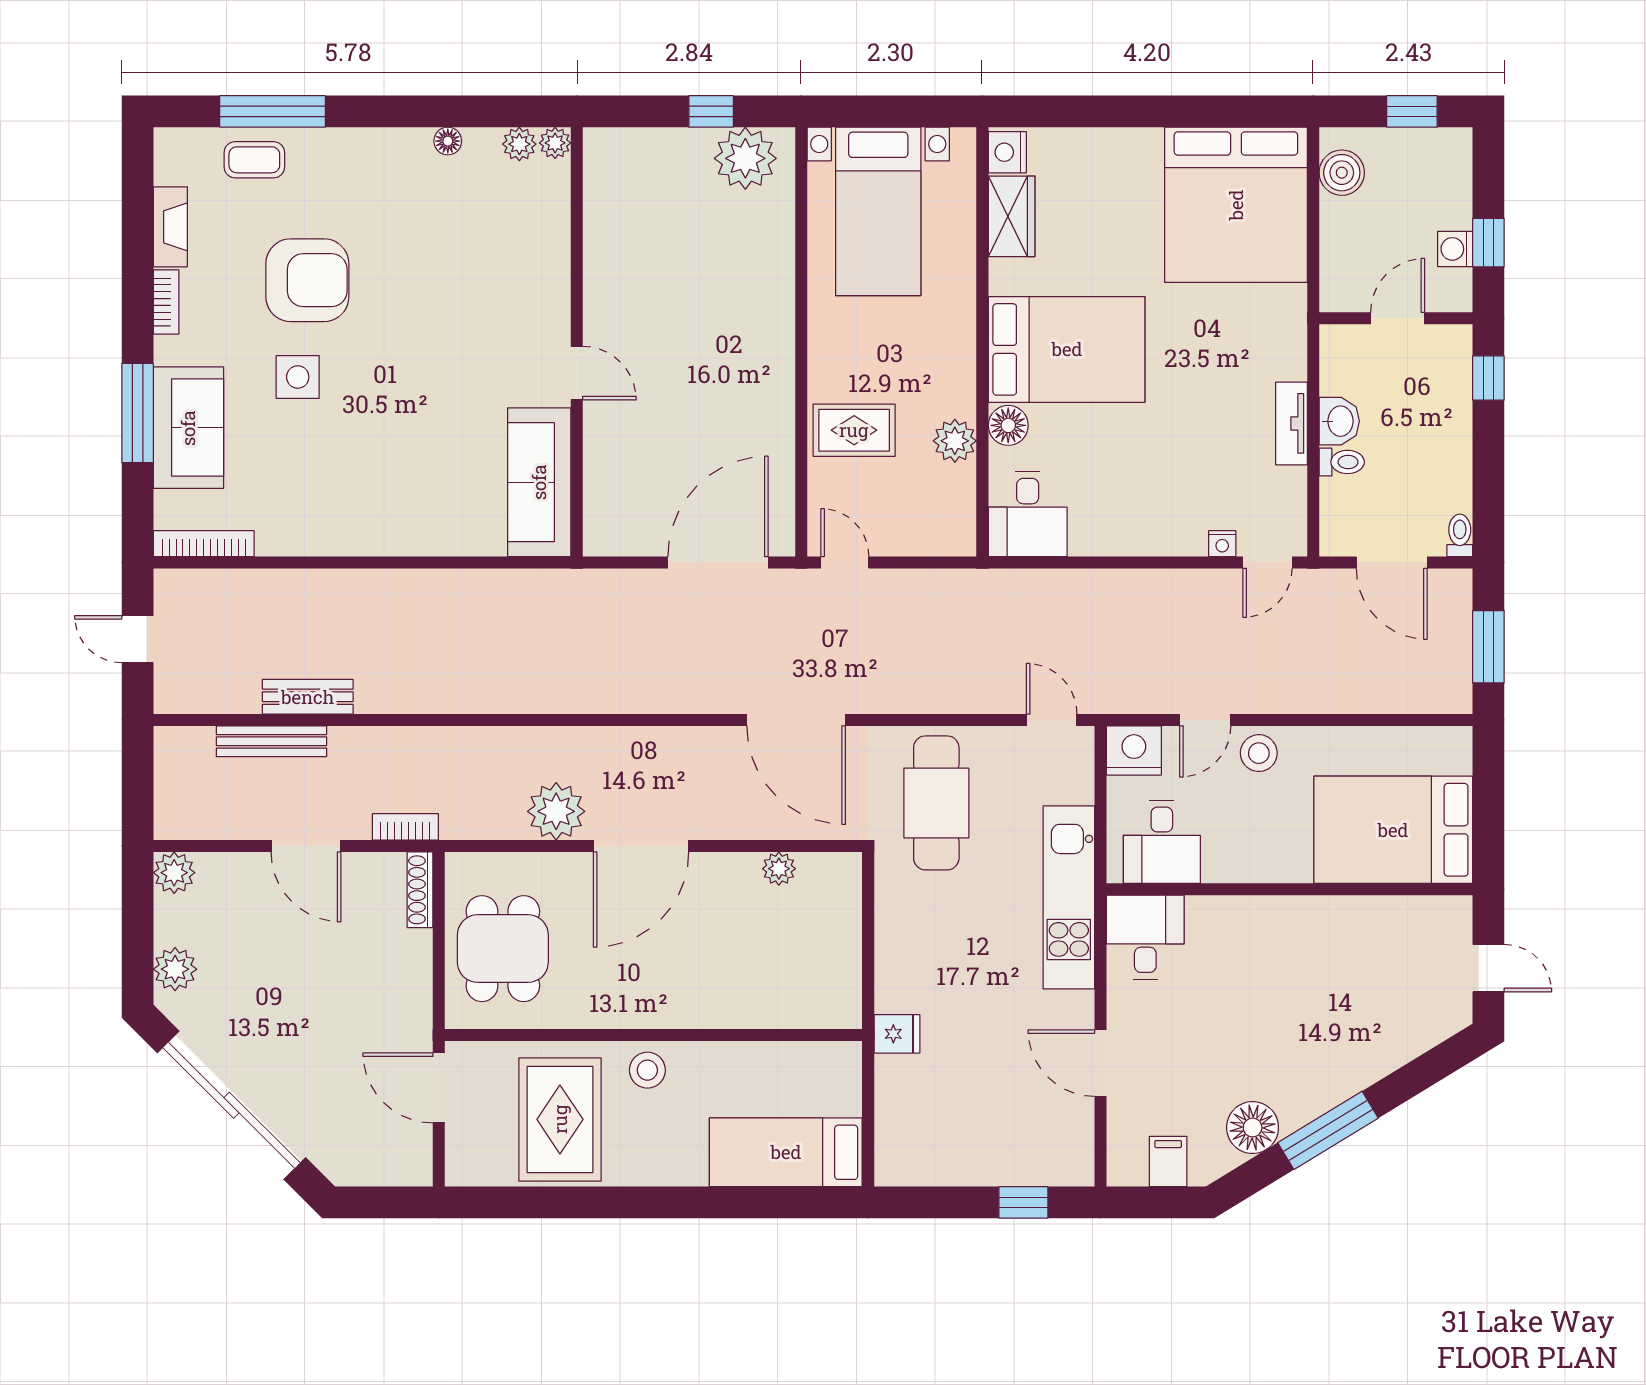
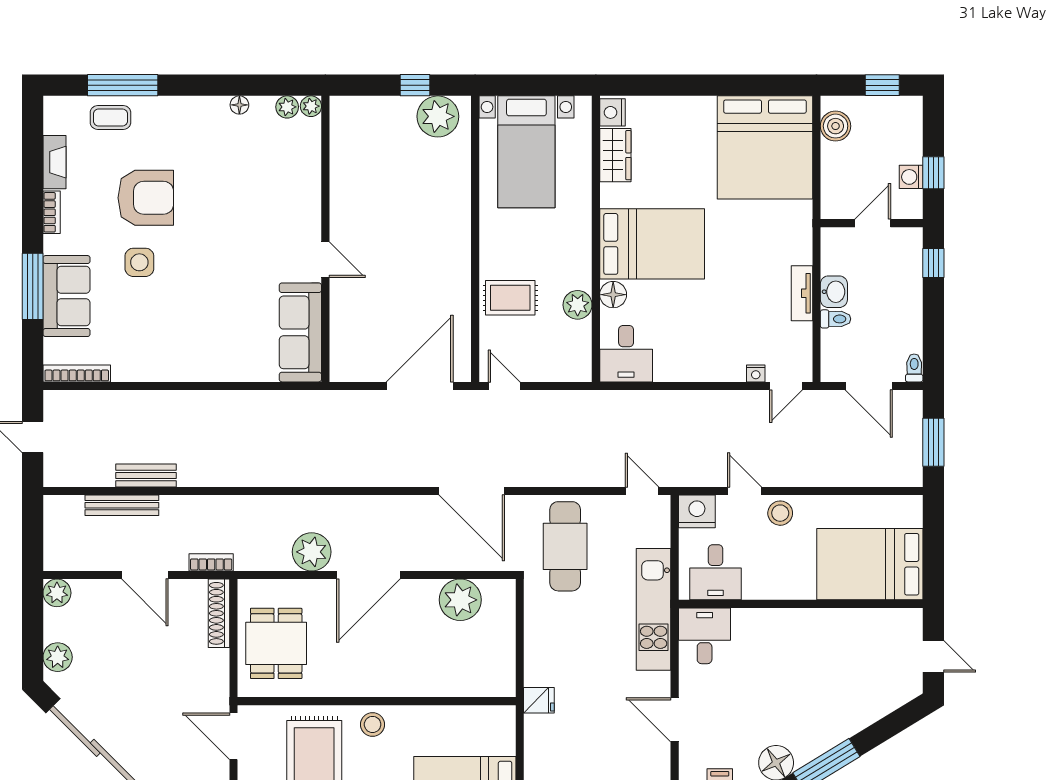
door: (1205, 720) -> (745, 491), swing flipped
plant: (779, 869) -> (460, 600), width x1.87, depth x1.87
shoe rack: (420, 890) -> (219, 613), width x1.36, depth x1.24

